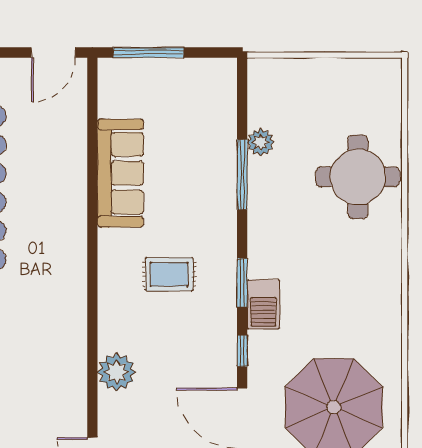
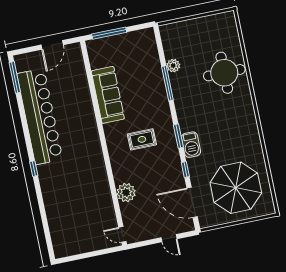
door: (53, 53) -> (52, 45), moved

